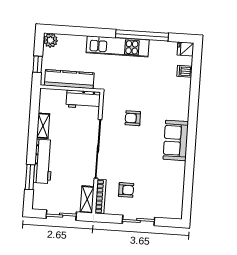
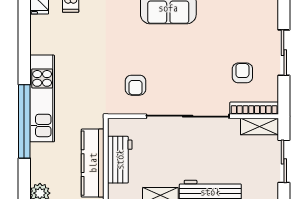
window: (142, 35) -> (24, 121), moved
workbench: (83, 100) -> (120, 160), moved
armchair: (133, 118) -> (136, 85), moved

